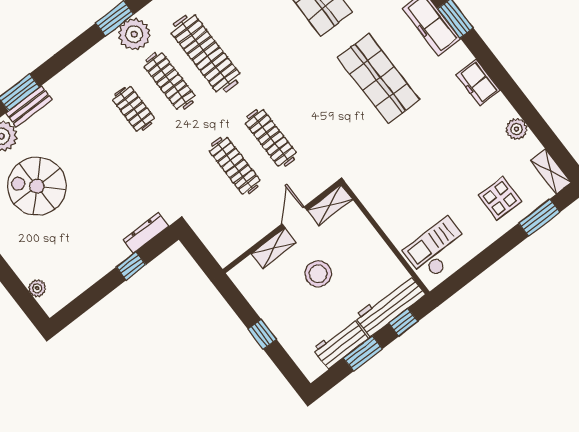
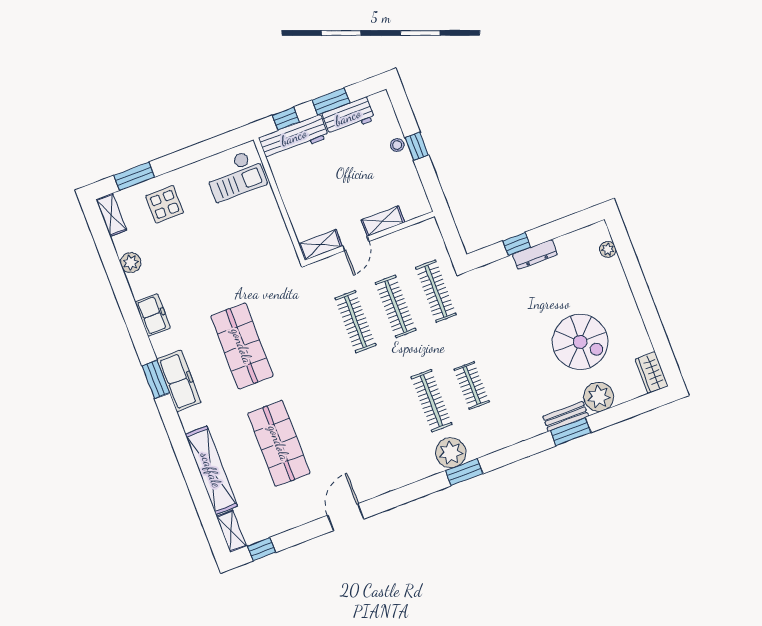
clothes rail: (206, 53) -> (436, 291), moved, width x0.73, depth x0.76
dresser: (146, 233) -> (535, 254), moved
stool: (318, 274) -> (397, 145), moved, width x0.53, depth x0.53

